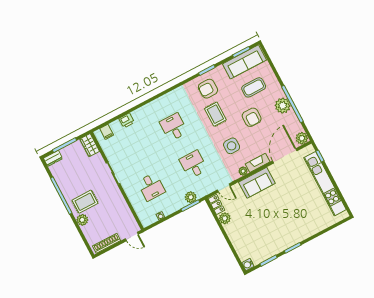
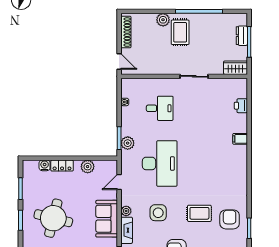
printer: (127, 120) -> (241, 106), moved
desk: (174, 127) -> (209, 163), removed
filing cabinet: (107, 132) -> (240, 139), moved
dresser: (53, 158) -> (242, 36), moved
desk: (193, 165) -> (160, 163), width x1.87, depth x1.30
desk: (151, 187) -> (160, 108), turned 180
locker: (216, 204) -> (62, 166), moved
round table: (278, 224) -> (53, 218), added
door: (132, 237) -> (119, 61), swing flipped
water cooler: (248, 264) -> (45, 165), moved

